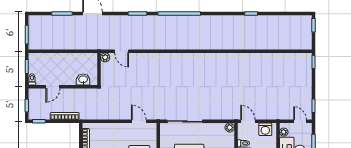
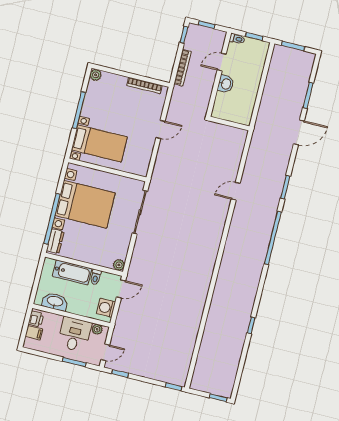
door: (122, 51) -> (236, 191), moved
plant: (105, 57) -> (242, 135), removed
washbasin: (83, 80) -> (226, 84), moved
door: (53, 87) -> (222, 62), hinge flipped
door: (139, 121) -> (160, 129), moved

